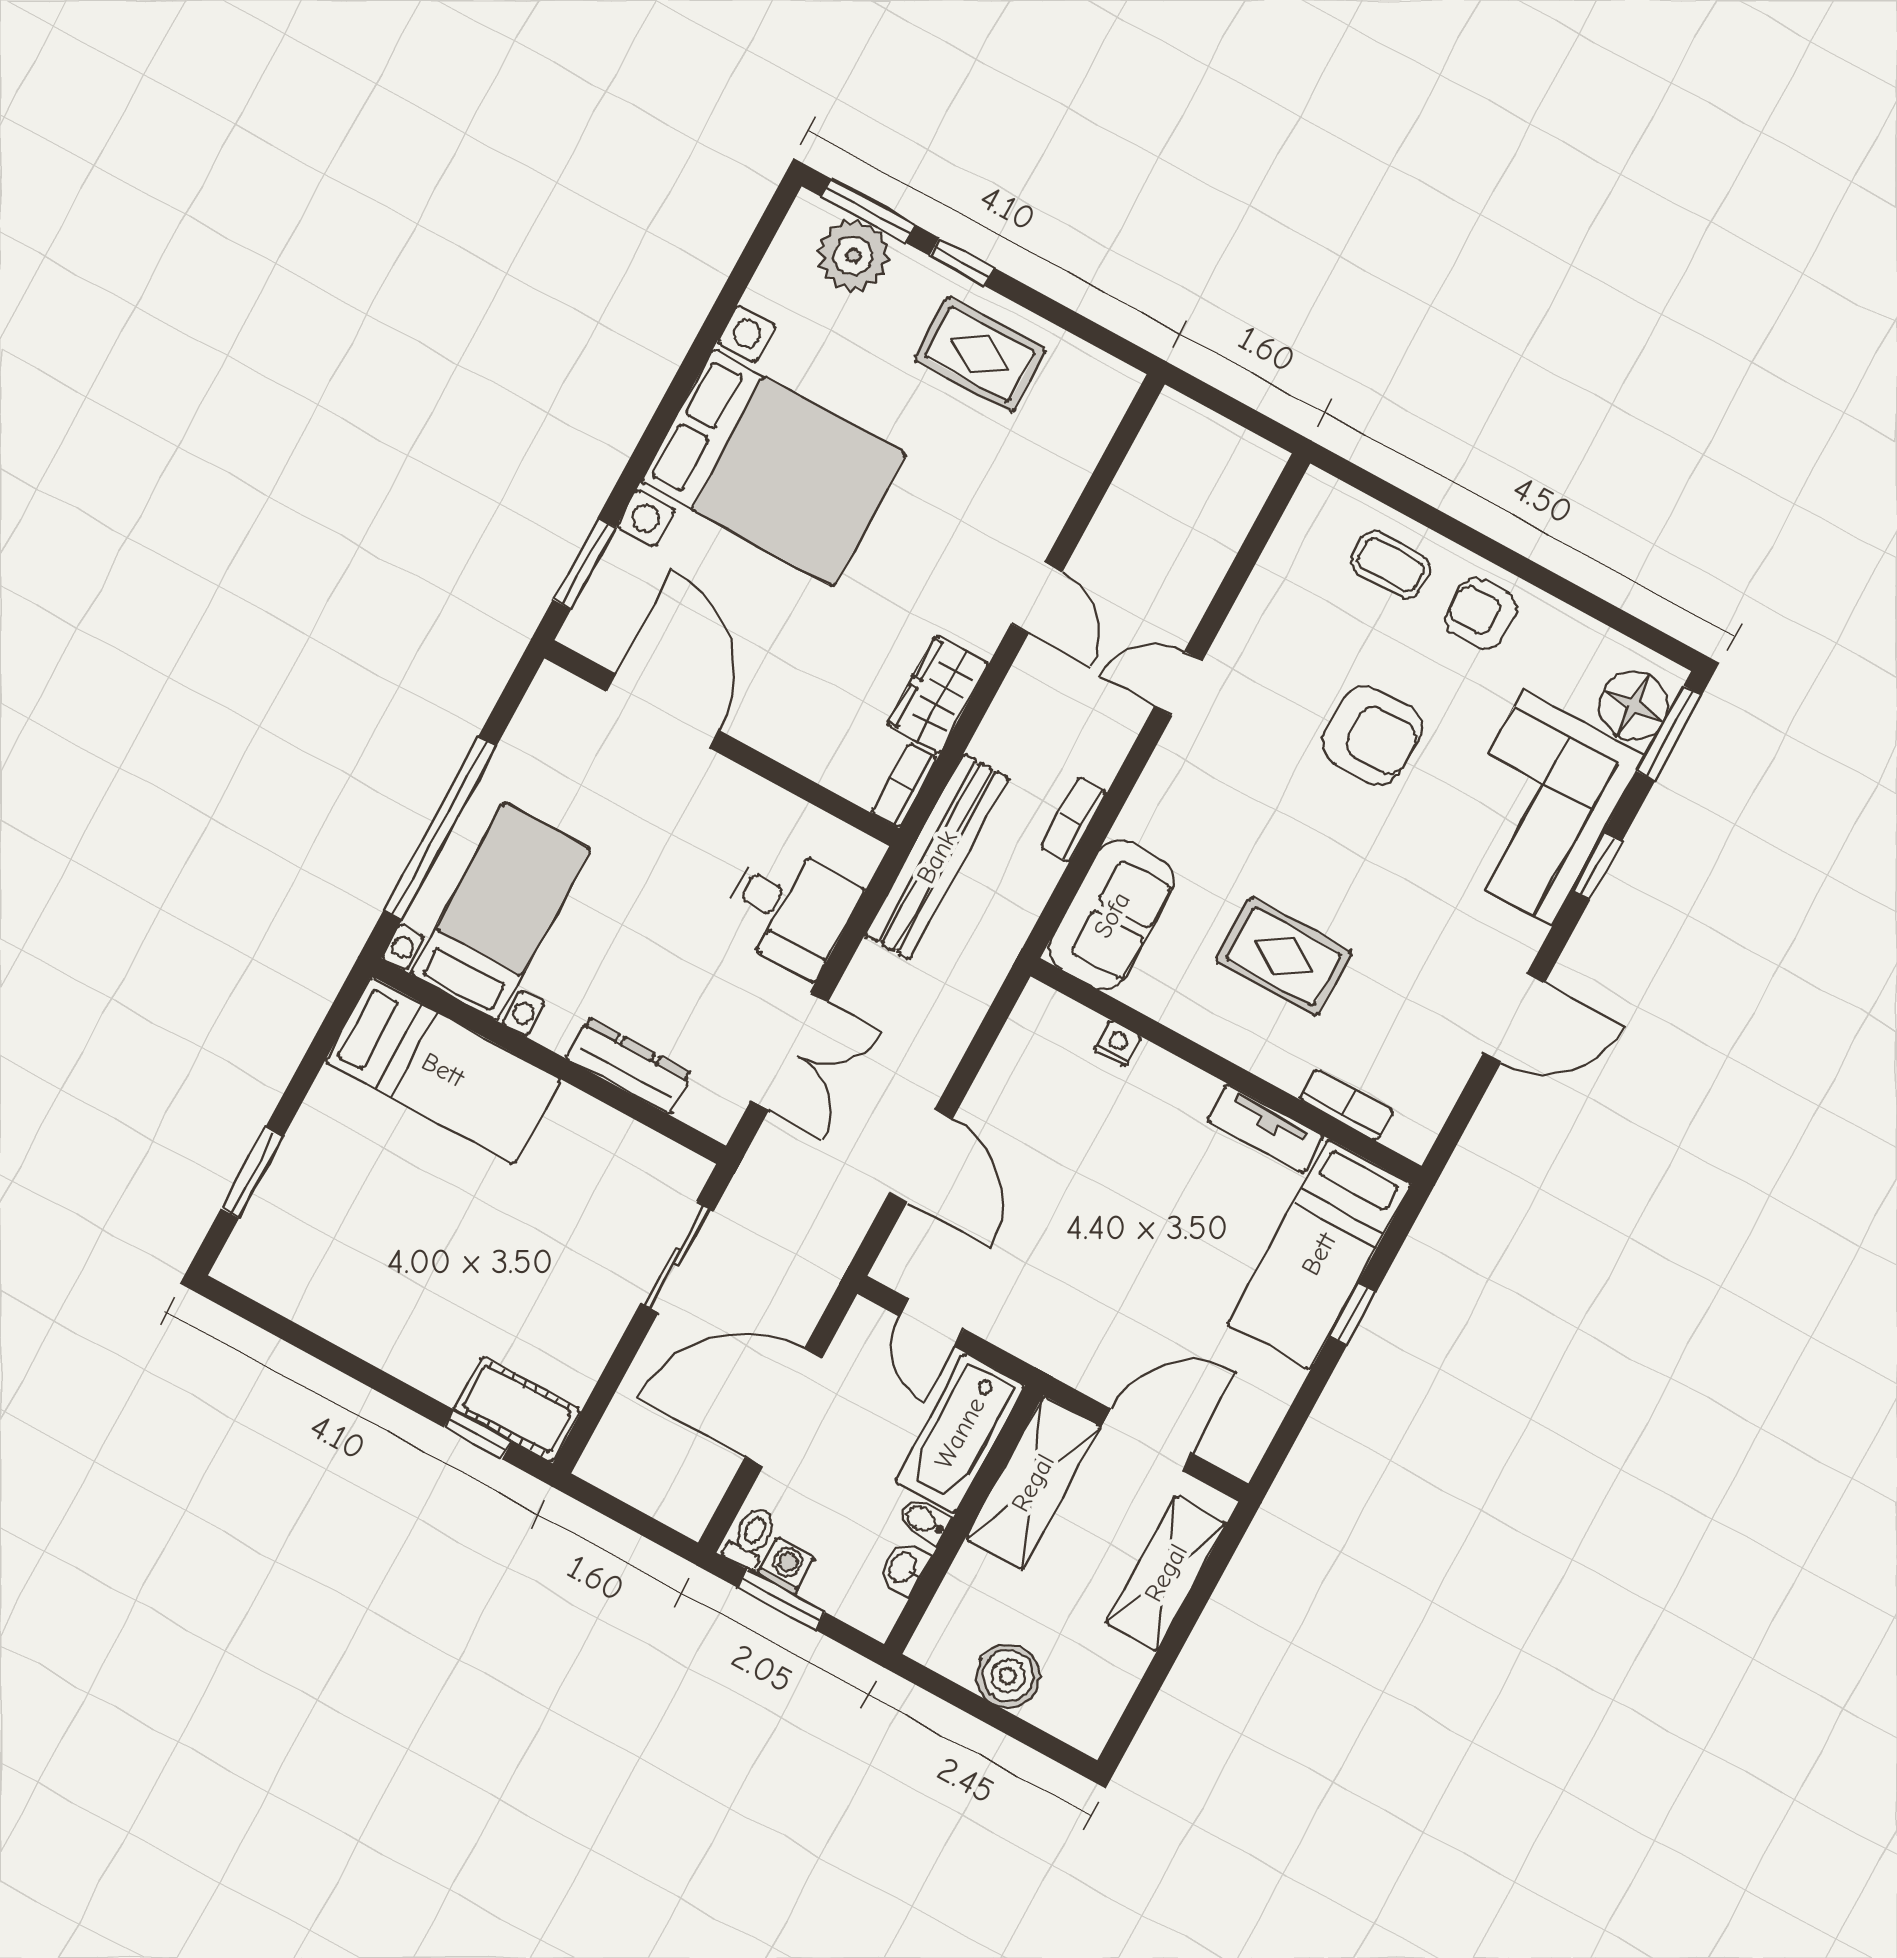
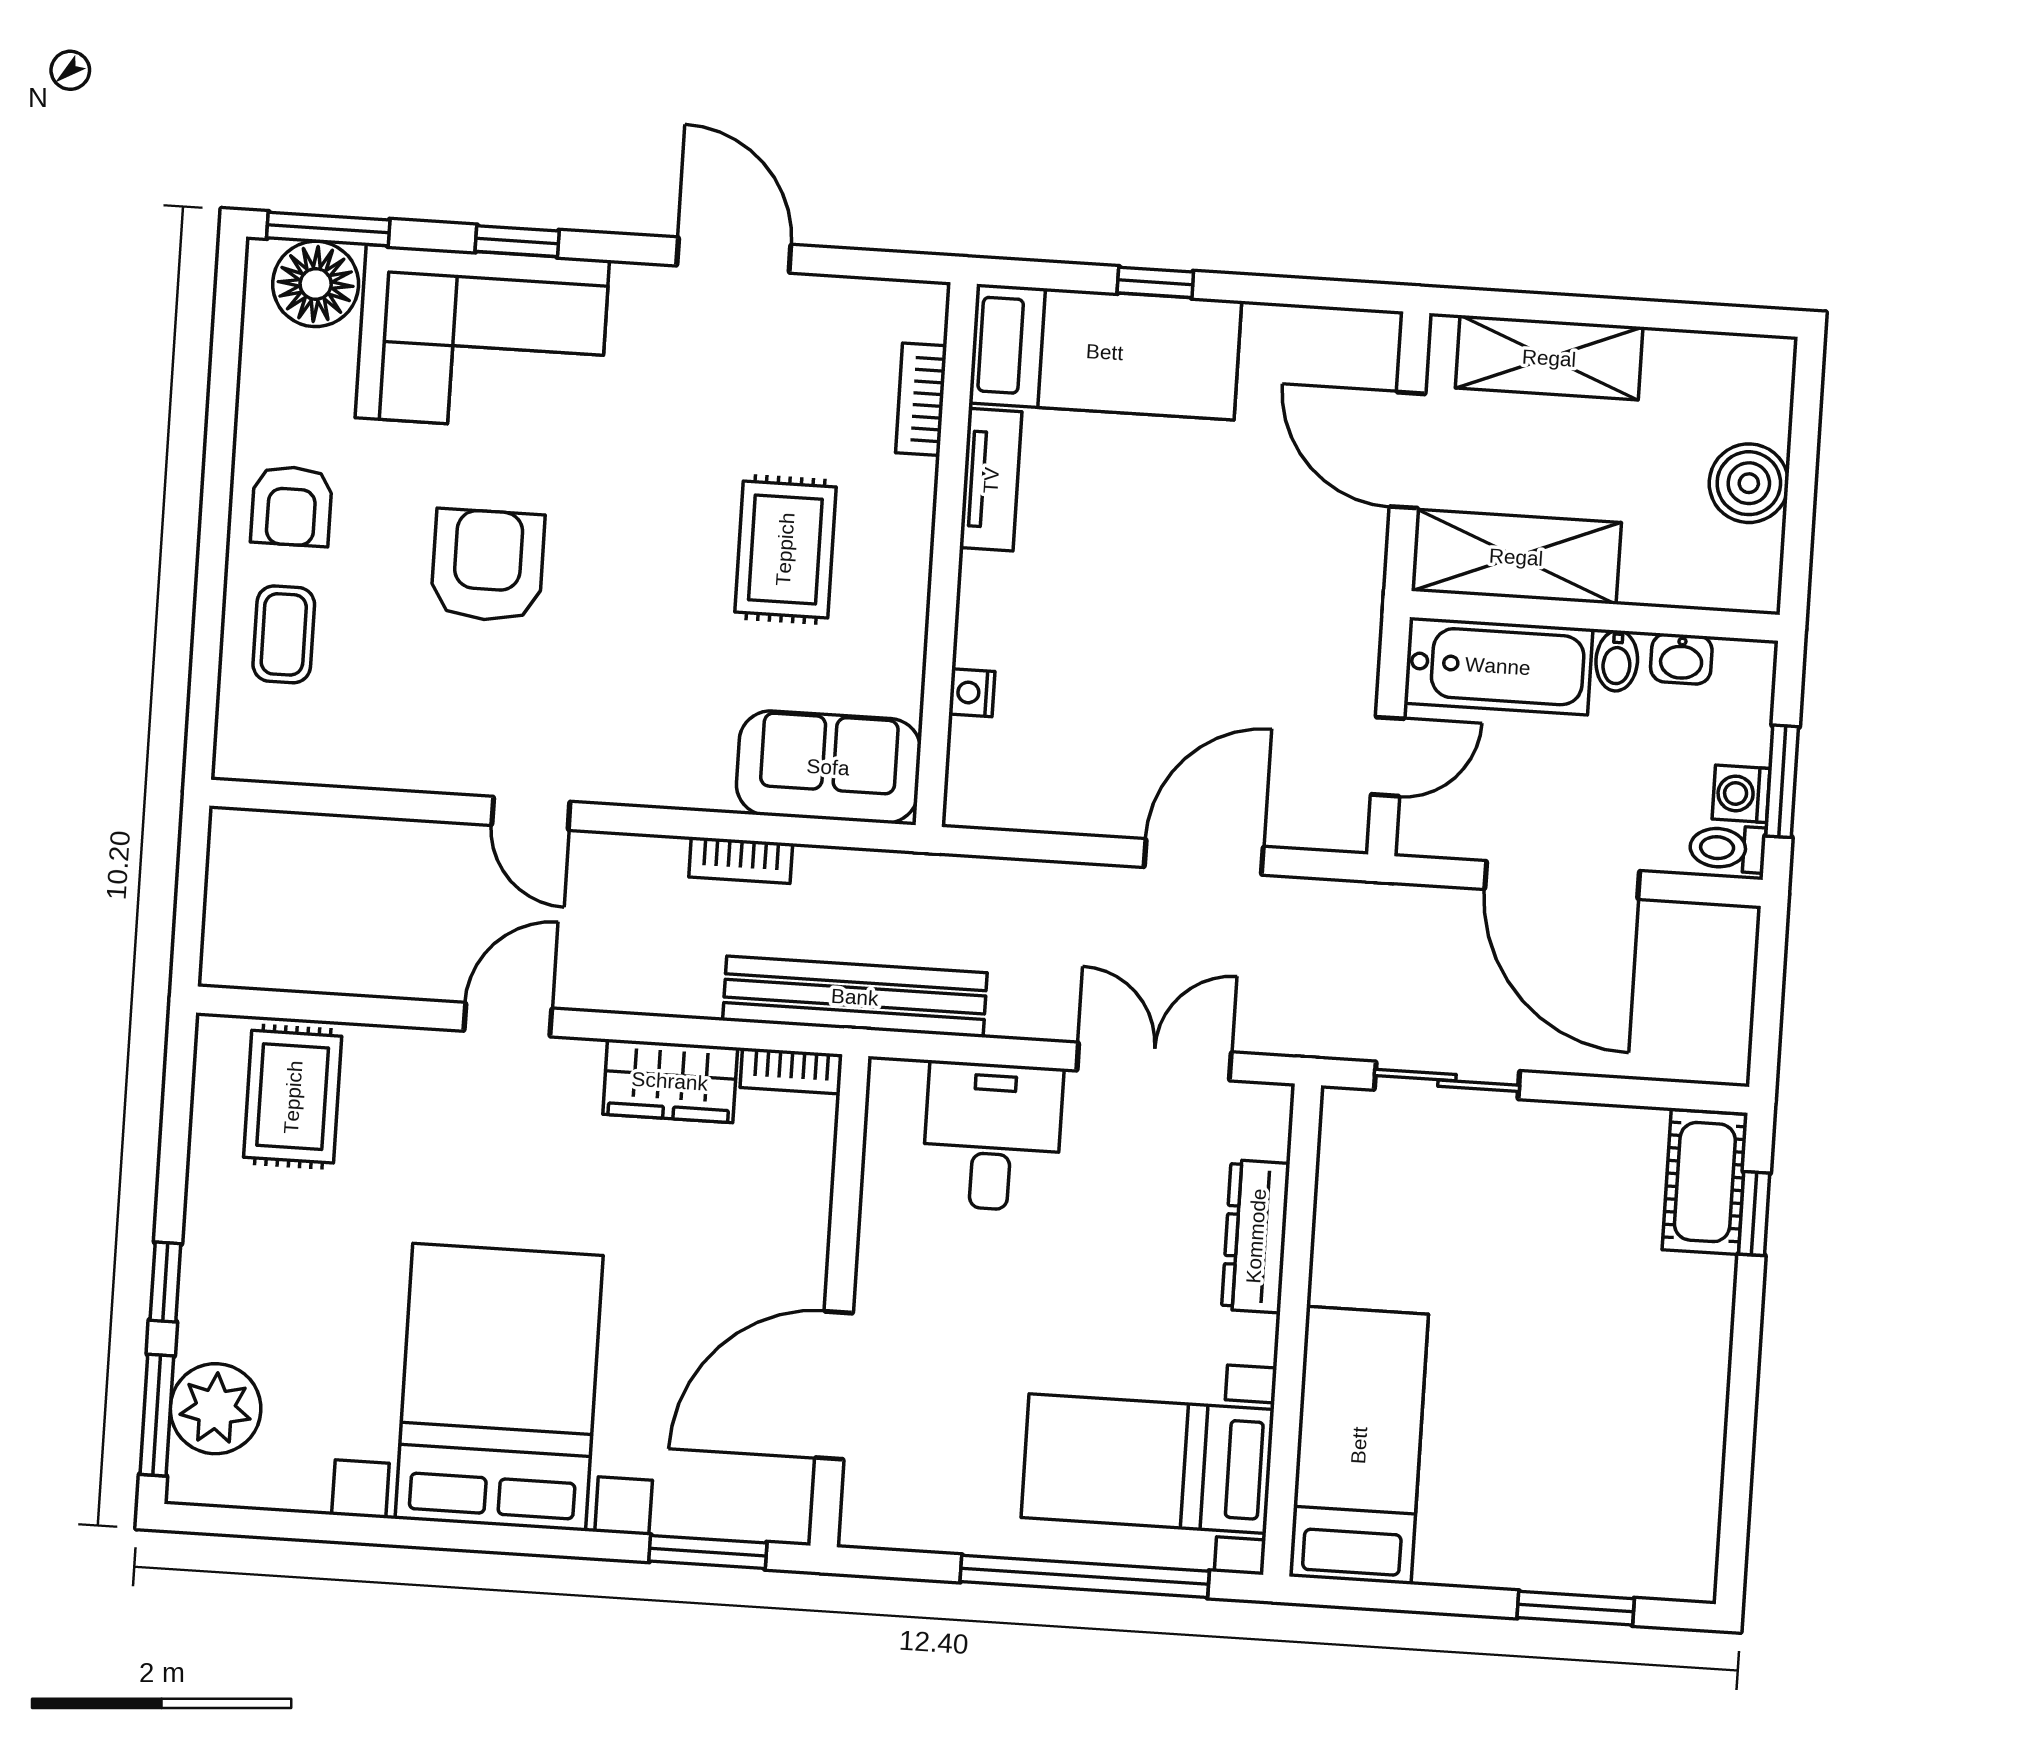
rug: (980, 354) -> (293, 1097), moved

